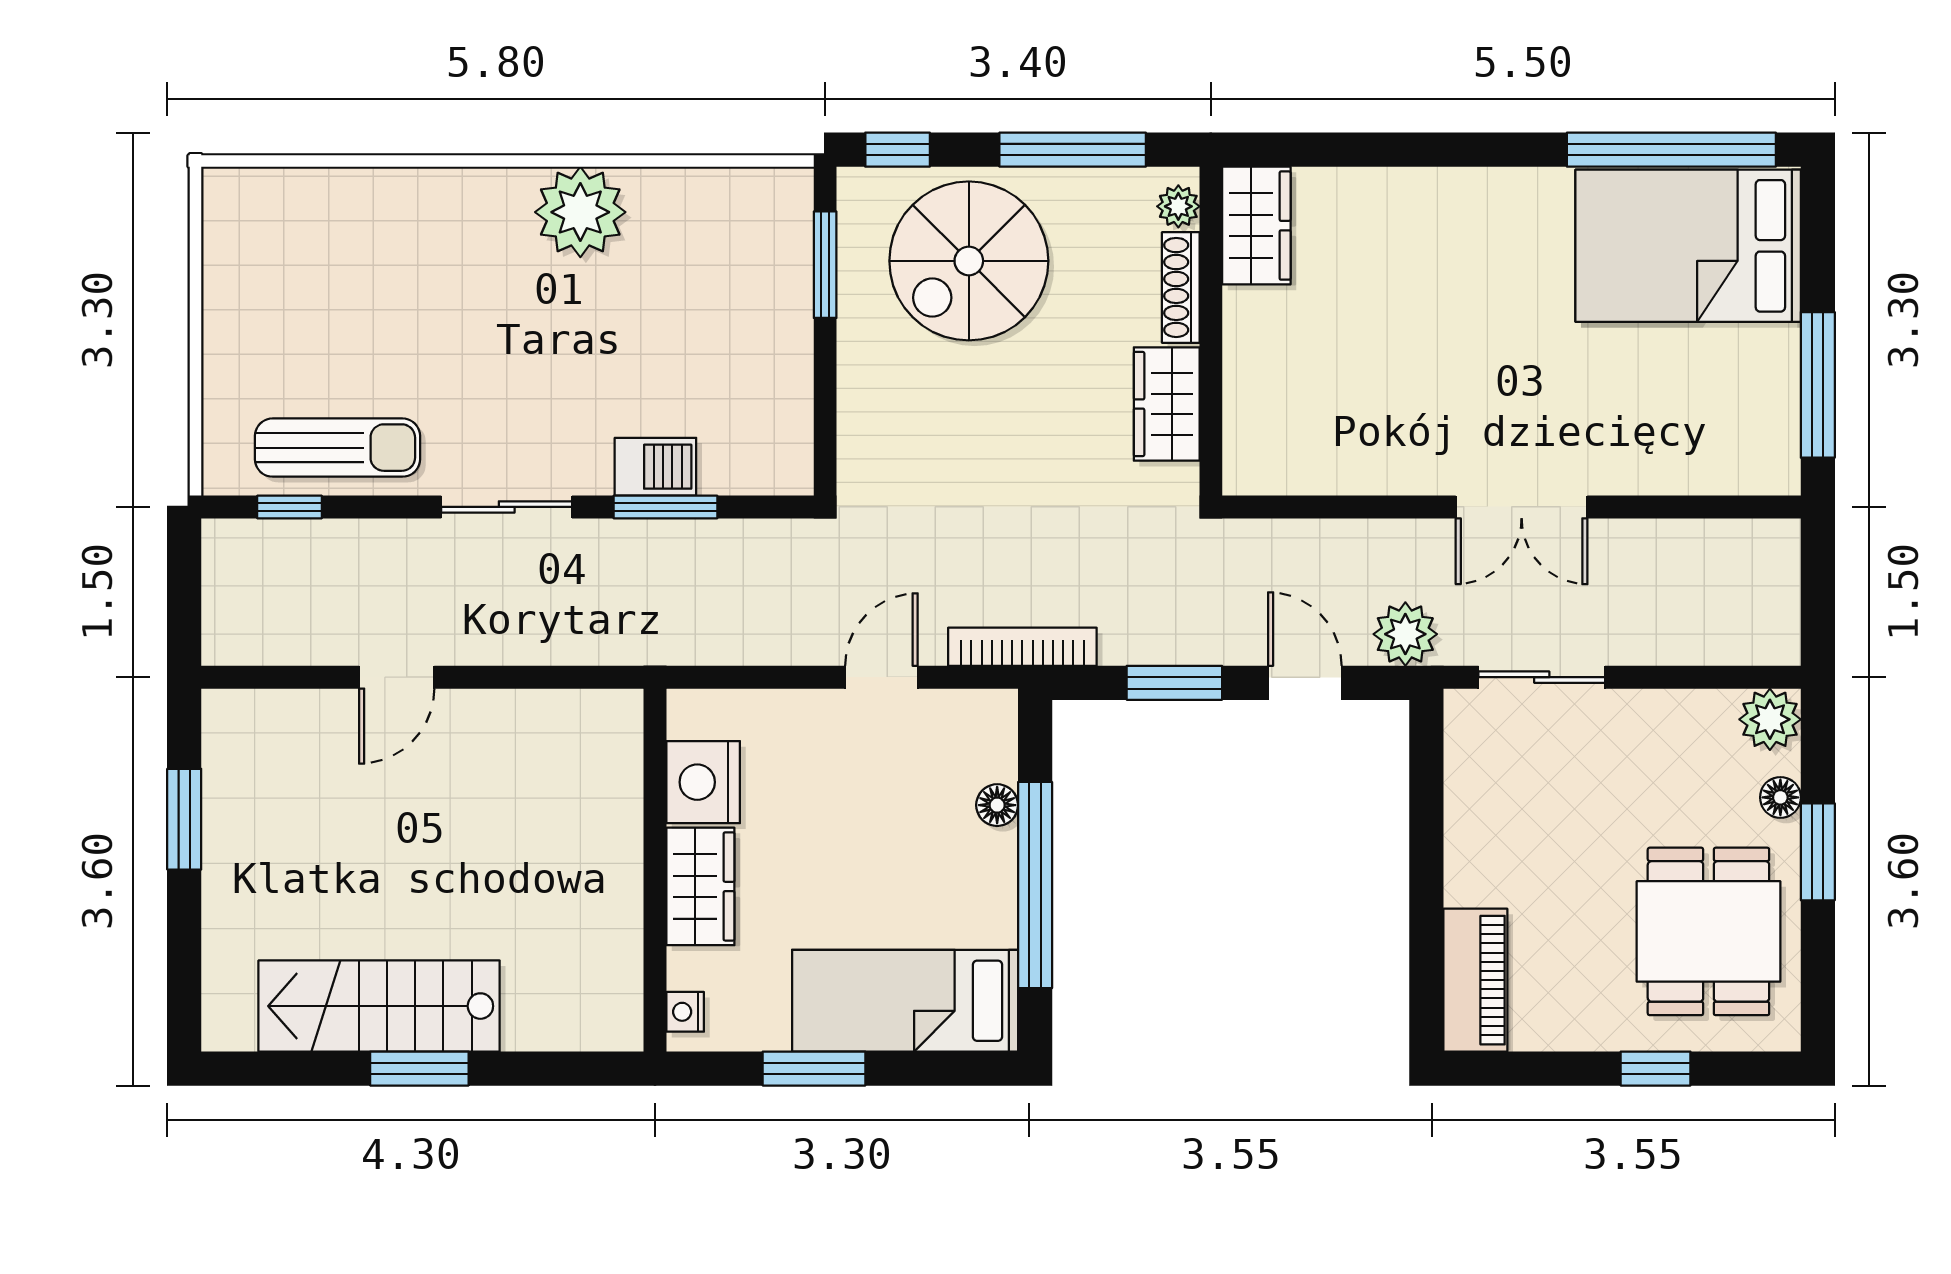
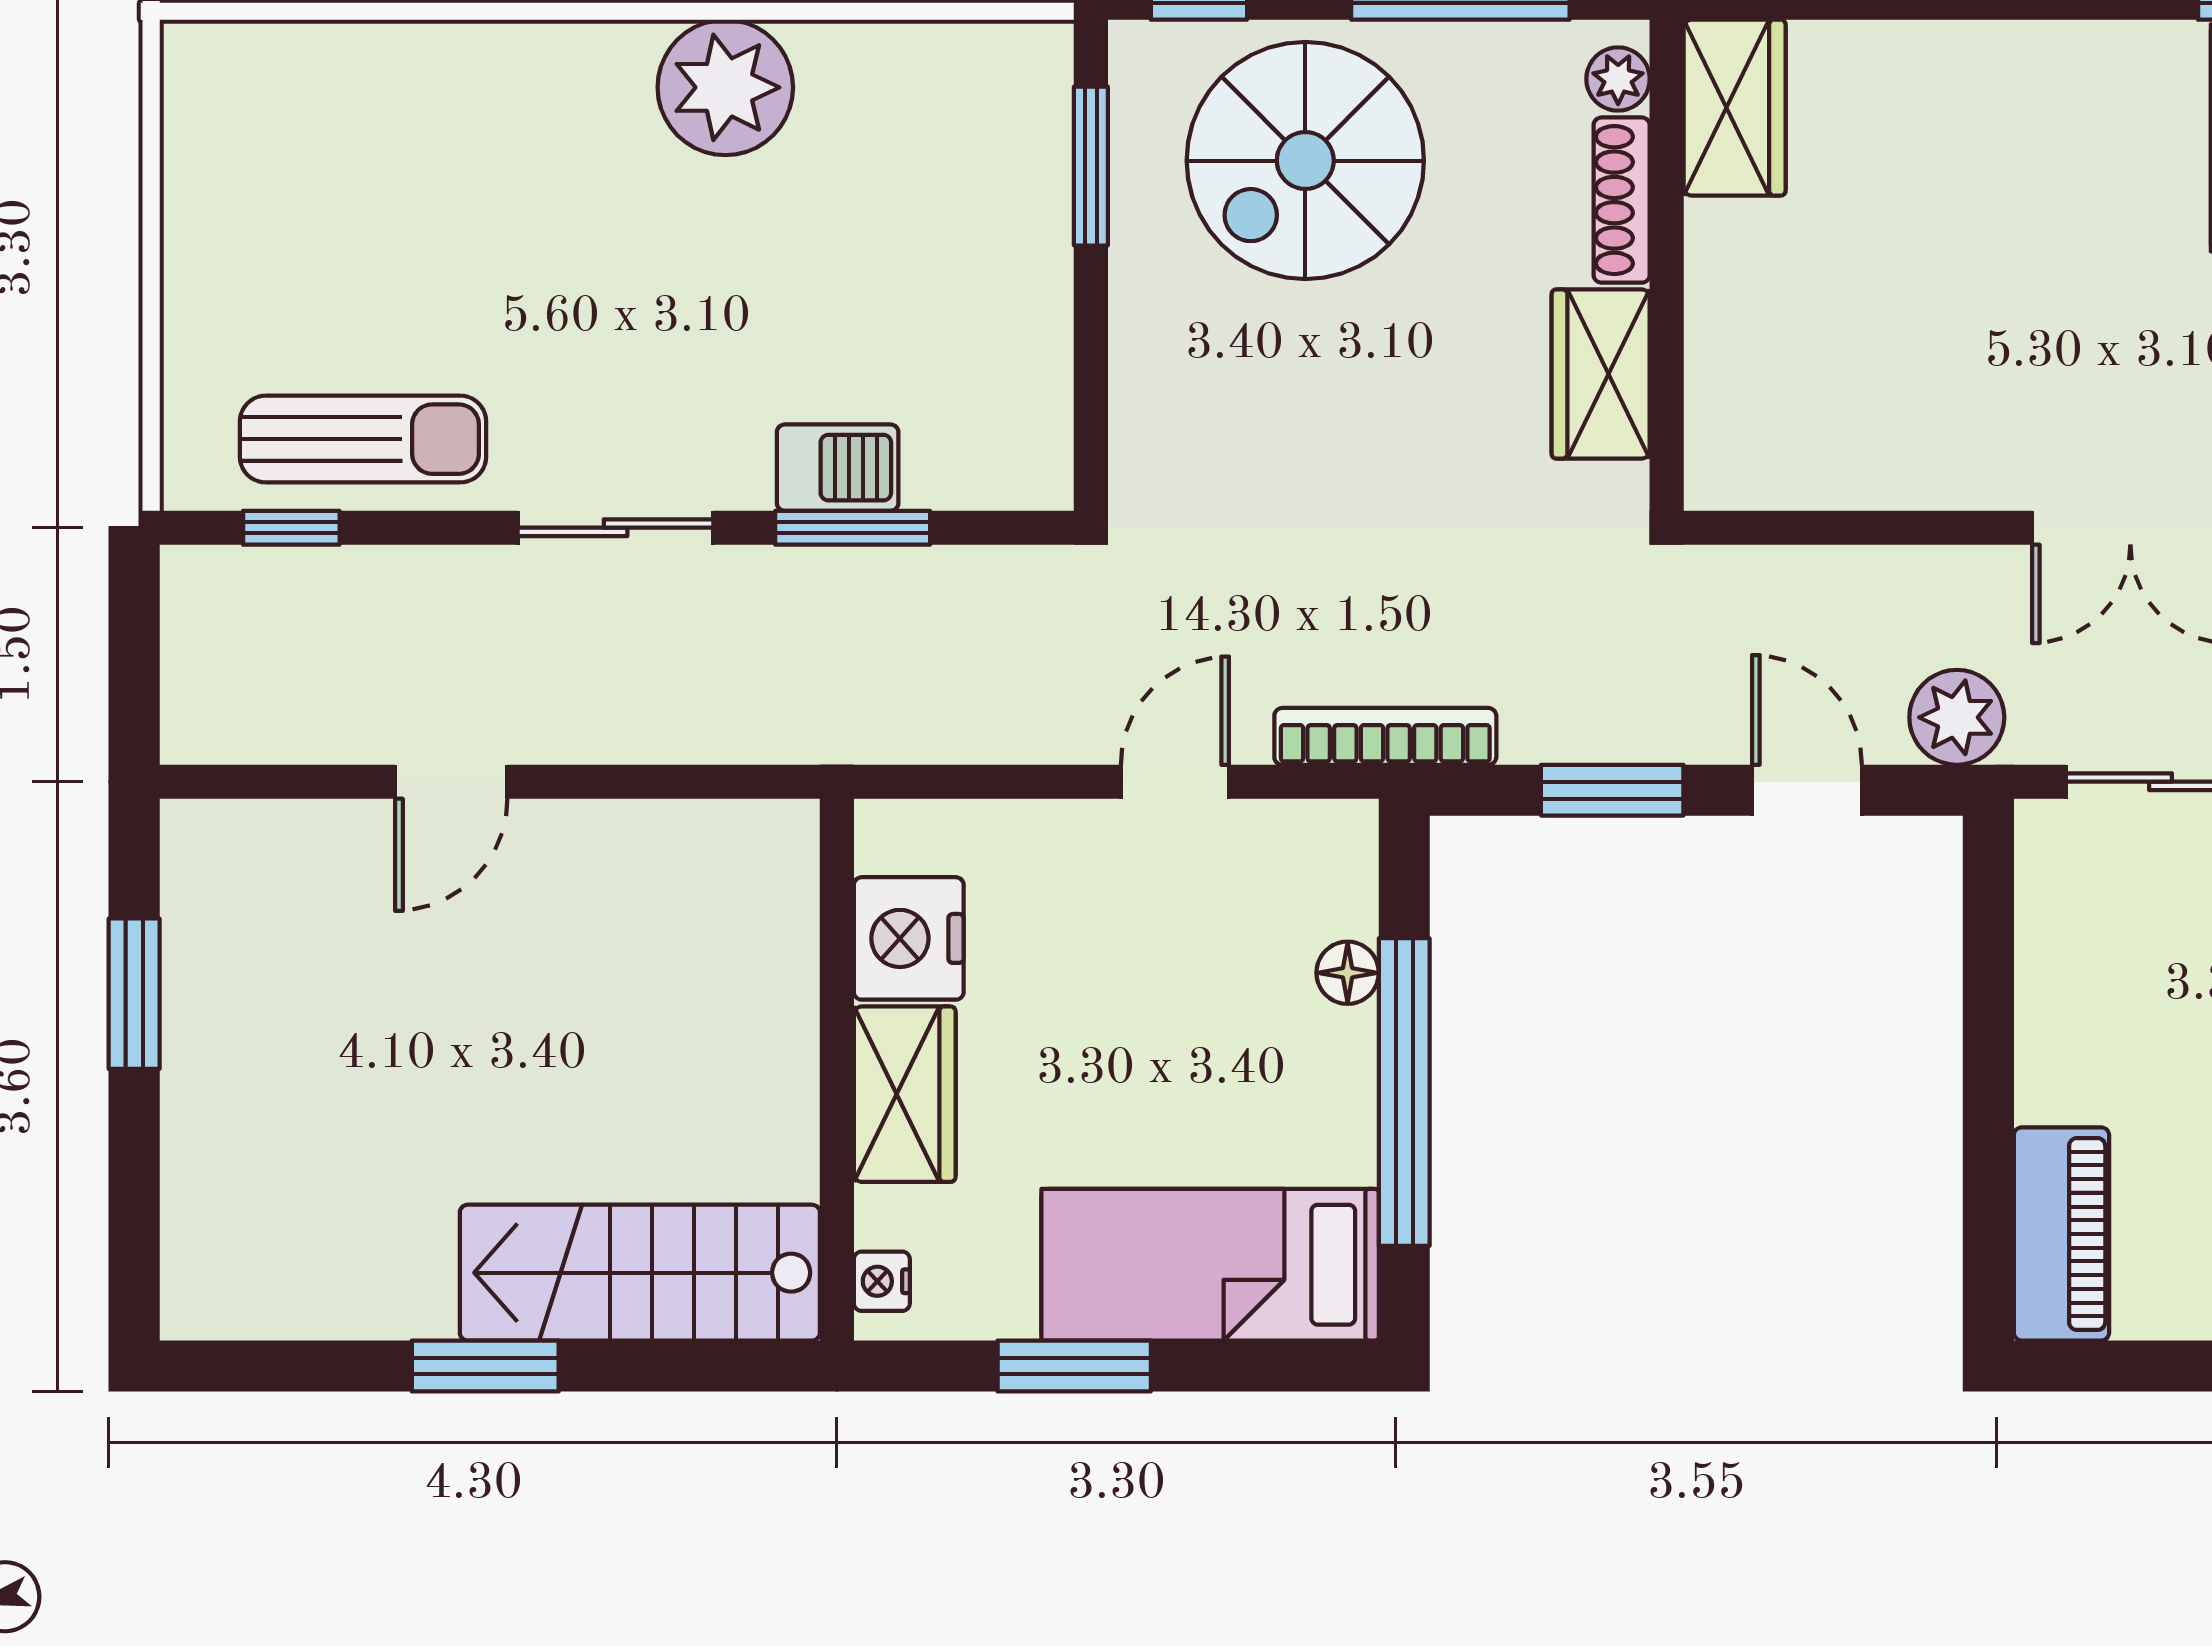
stairs: (379, 1006) -> (640, 1273), moved

